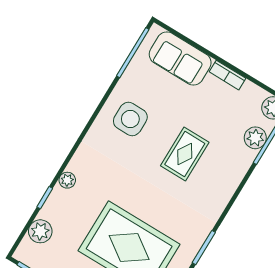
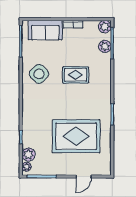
side table: (130, 119) -> (39, 74), turned 45
rug: (185, 154) -> (76, 75), turned 90
plant: (67, 180) -> (27, 167), moved

